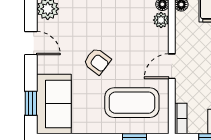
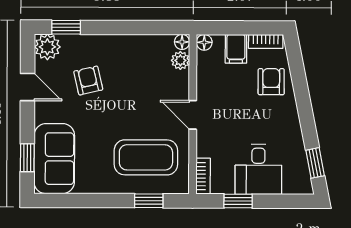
armchair: (97, 61) -> (88, 81), moved, turned -140
door: (172, 66) -> (193, 115), hinge flipped

